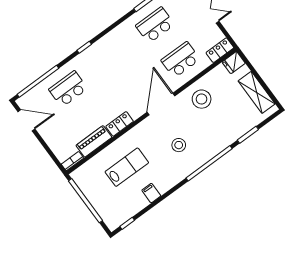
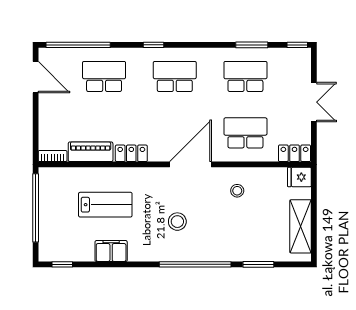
school desk: (112, 57) -> (175, 76), added
stool: (202, 99) -> (237, 191), width x0.53, depth x0.53
filing cabinet: (151, 193) -> (111, 251), width x2.00

